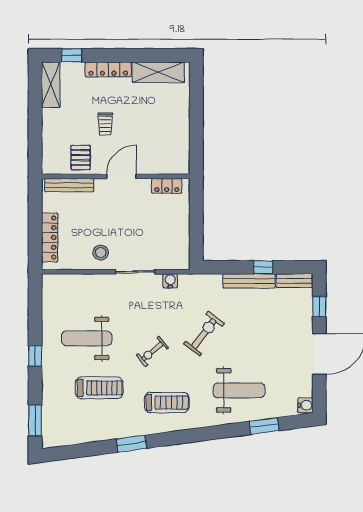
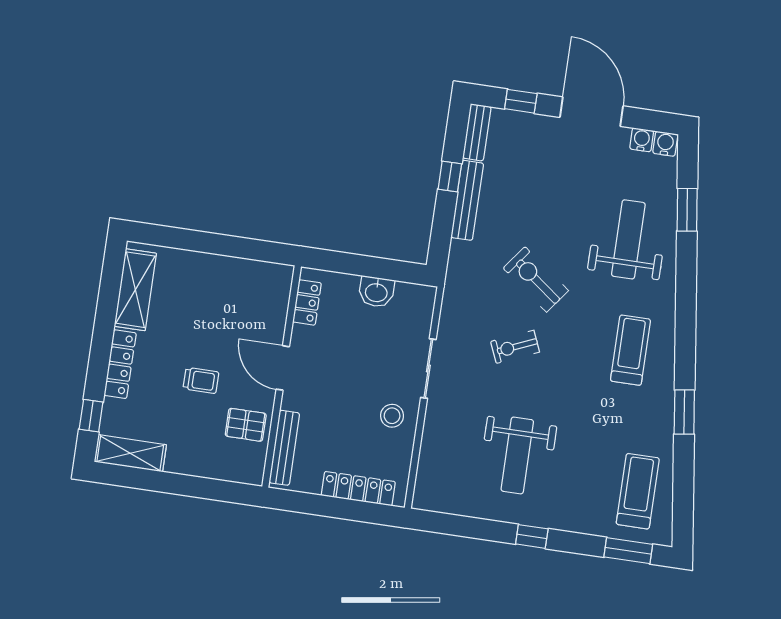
washbasin: (180, 230) -> (376, 292), added
water cooler: (170, 281) -> (642, 140), moved, turned 90
exercise bike: (152, 351) -> (515, 347), moved, turned 107
treadmill: (99, 388) -> (638, 491), moved

